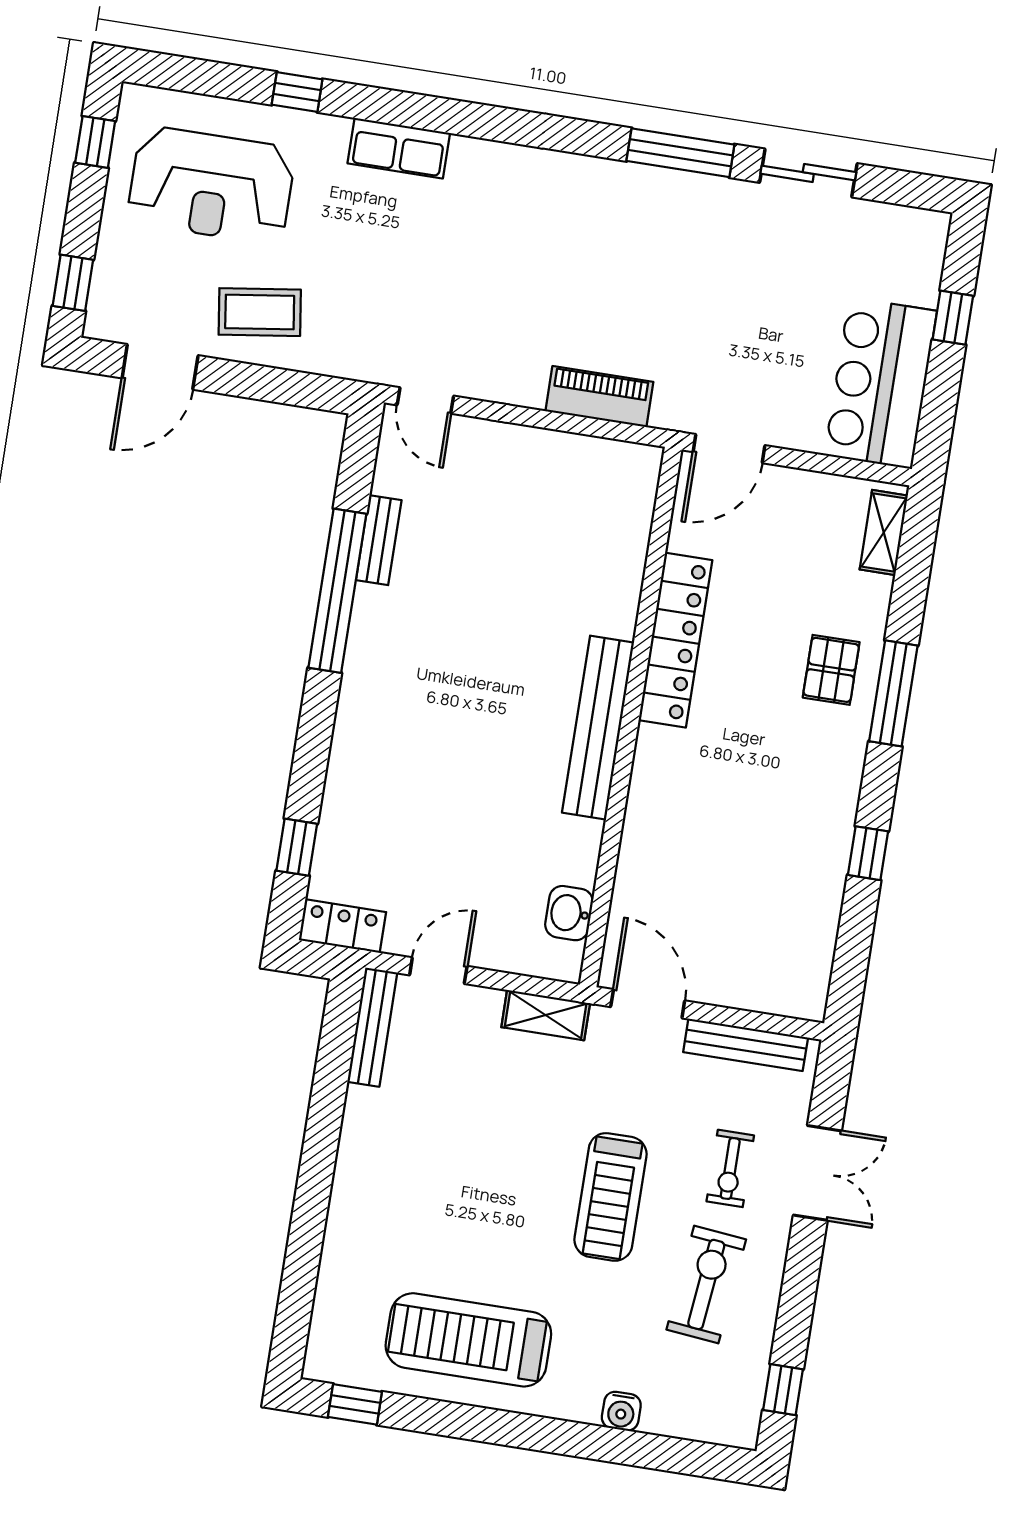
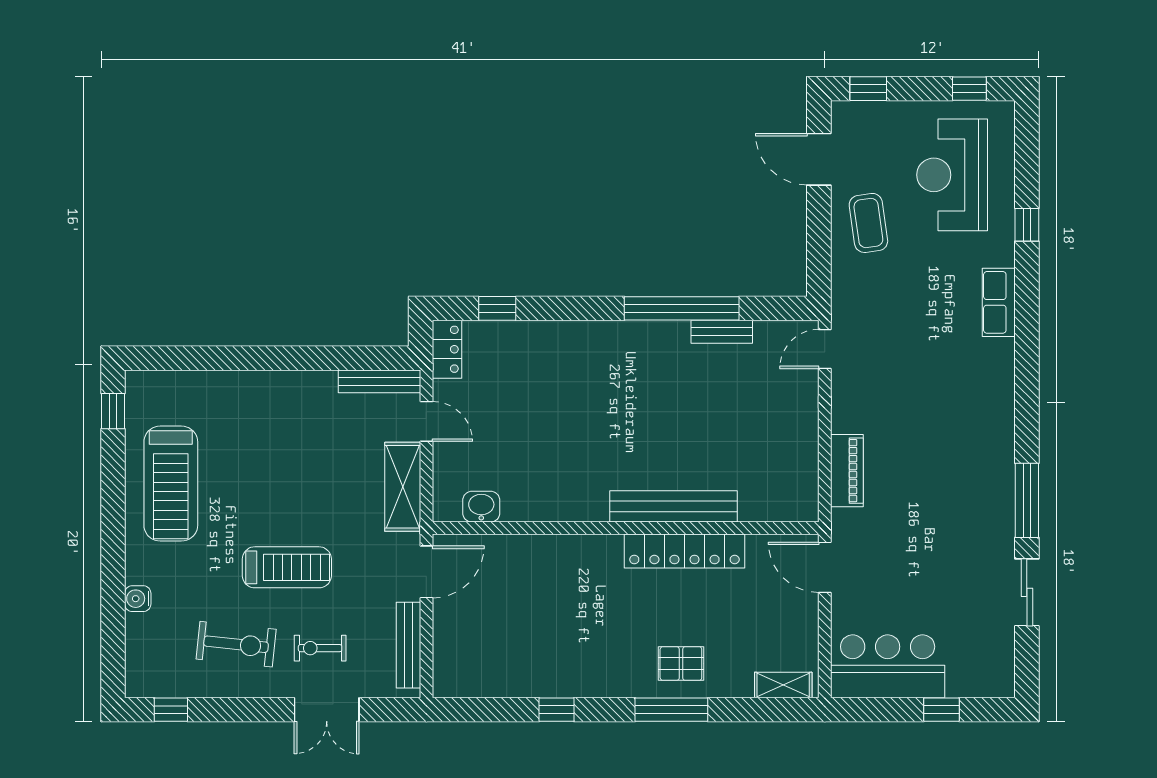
bench: (598, 728) -> (673, 506), moved
shelving: (546, 1015) -> (403, 487), width x1.50, depth x1.33
treadmill: (611, 1197) -> (287, 567), turned 180
treadmill: (468, 1340) -> (171, 484), turned 180

